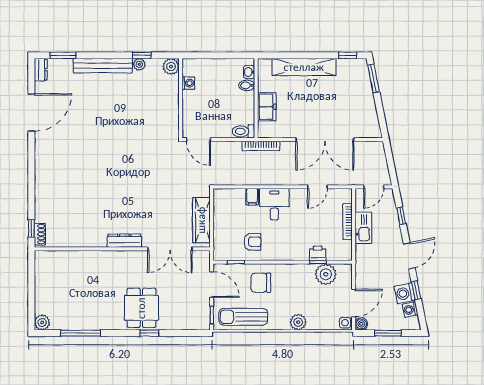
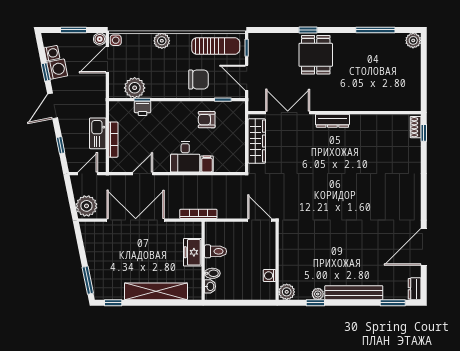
toilet: (243, 131) -> (215, 251), moved
plant: (375, 154) -> (86, 206), added

